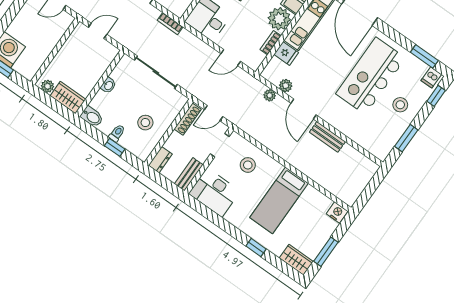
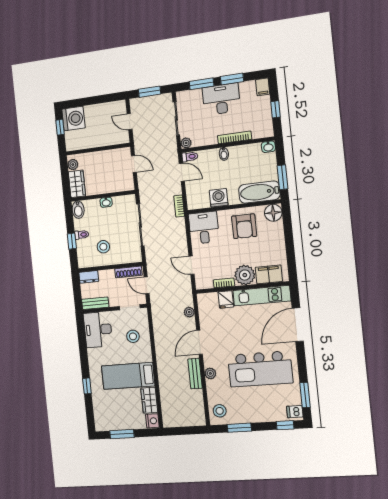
kitchen island: (371, 76) -> (260, 369), turned 180
plant: (286, 86) -> (210, 373), moved
stool: (400, 105) -> (220, 411), moved
wardrobe: (296, 260) -> (149, 400), moved, turned 180

